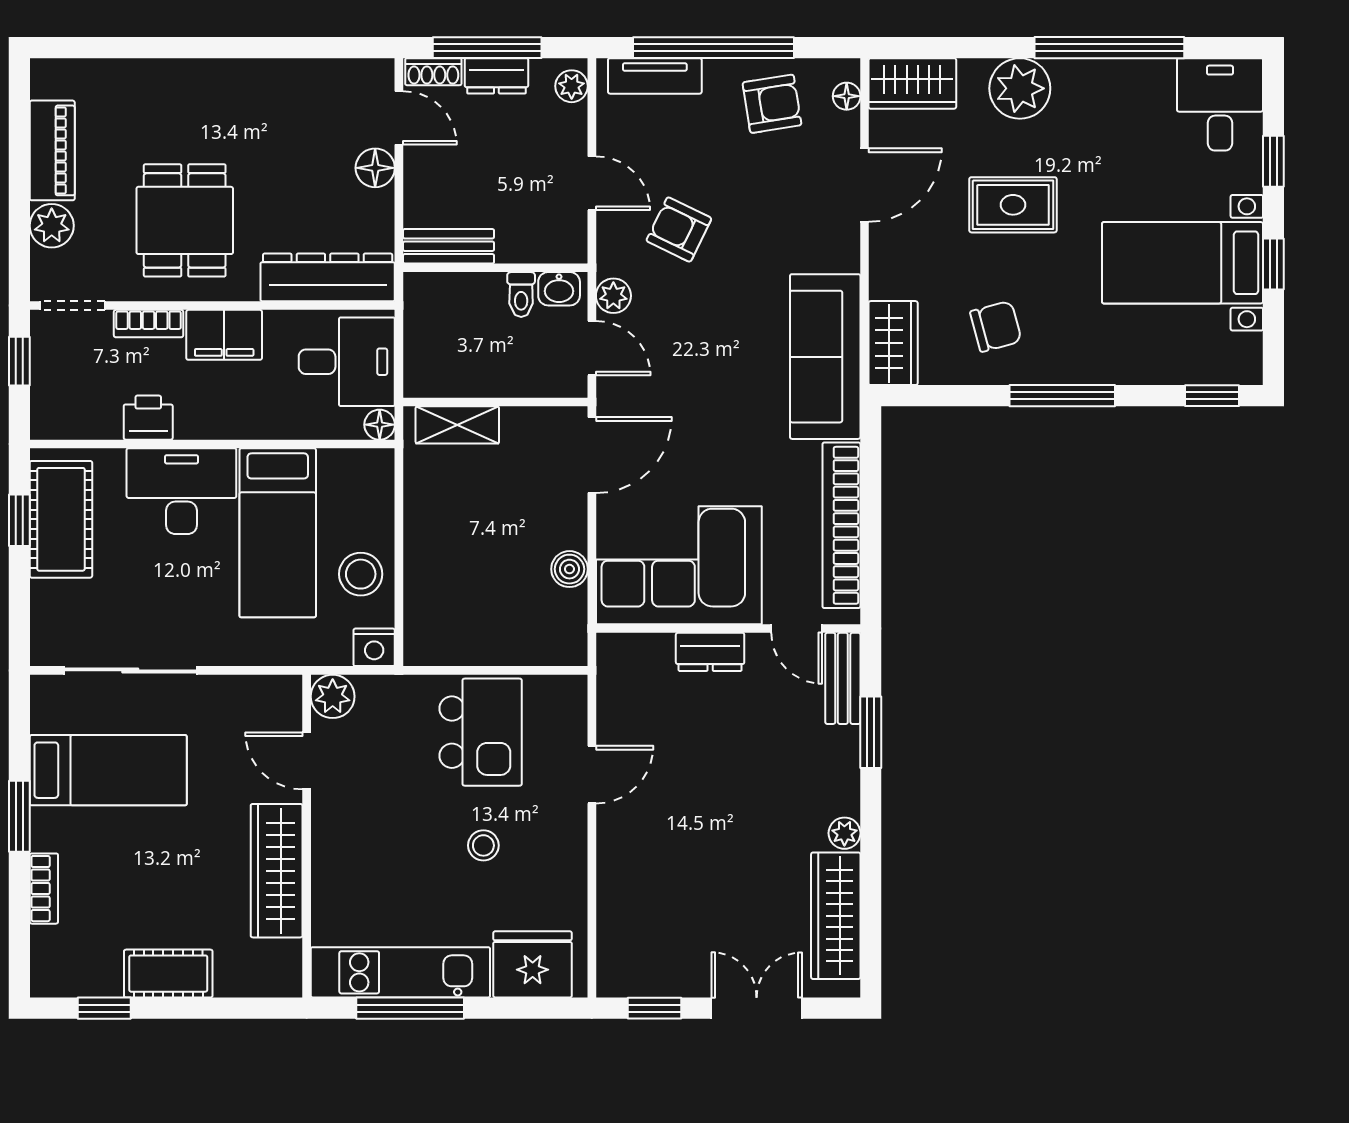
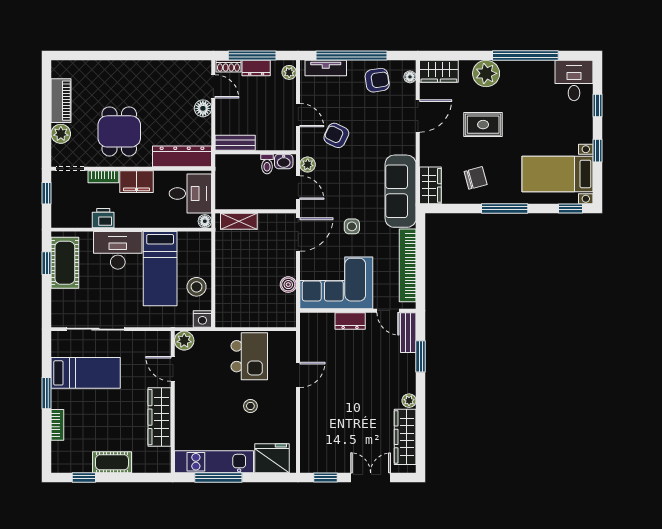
bed with nightstands: (1182, 263) -> (558, 174), moved
side table: (714, 437) -> (352, 226), added

